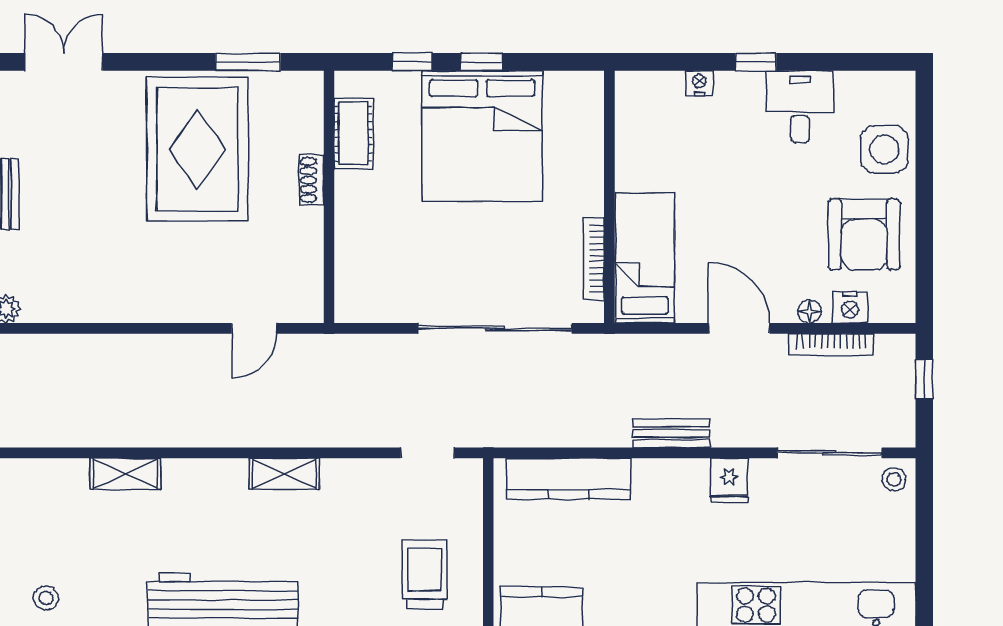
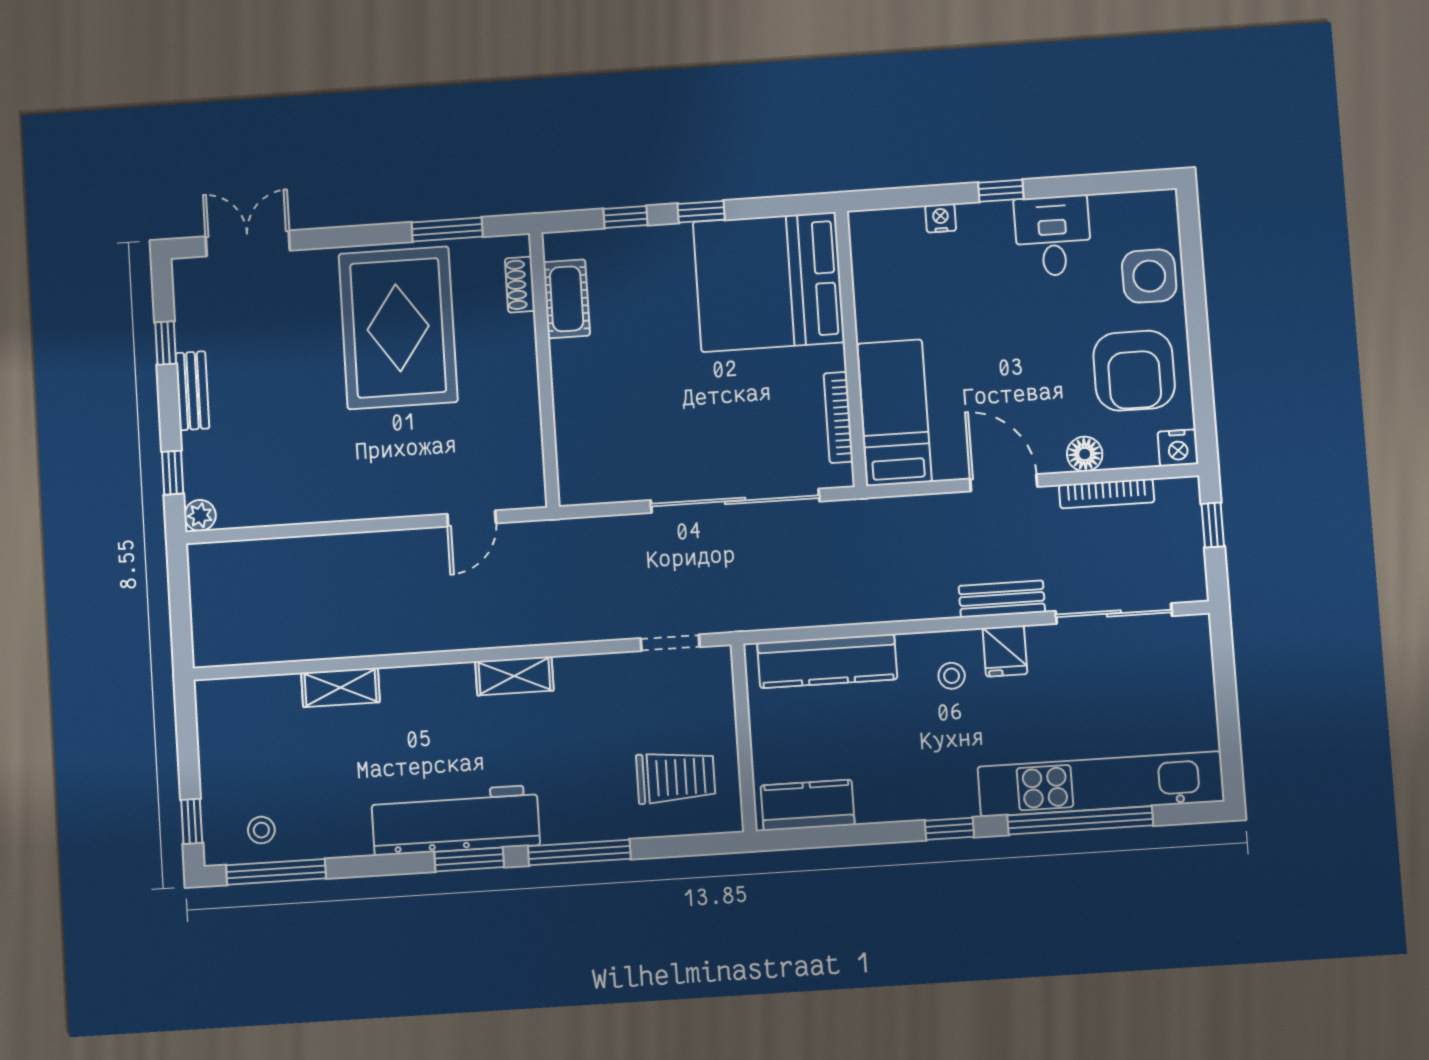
bed: (482, 136) -> (769, 282), moved, turned 90
shoe rack: (312, 180) -> (520, 285), moved
nightstand: (850, 307) -> (1178, 448), moved
floor lamp: (810, 312) -> (1085, 454), width x1.37, depth x1.37
bench: (671, 433) -> (1002, 599), moved
stool: (894, 479) -> (952, 676), moved
trolley: (425, 574) -> (676, 777), turned 90

